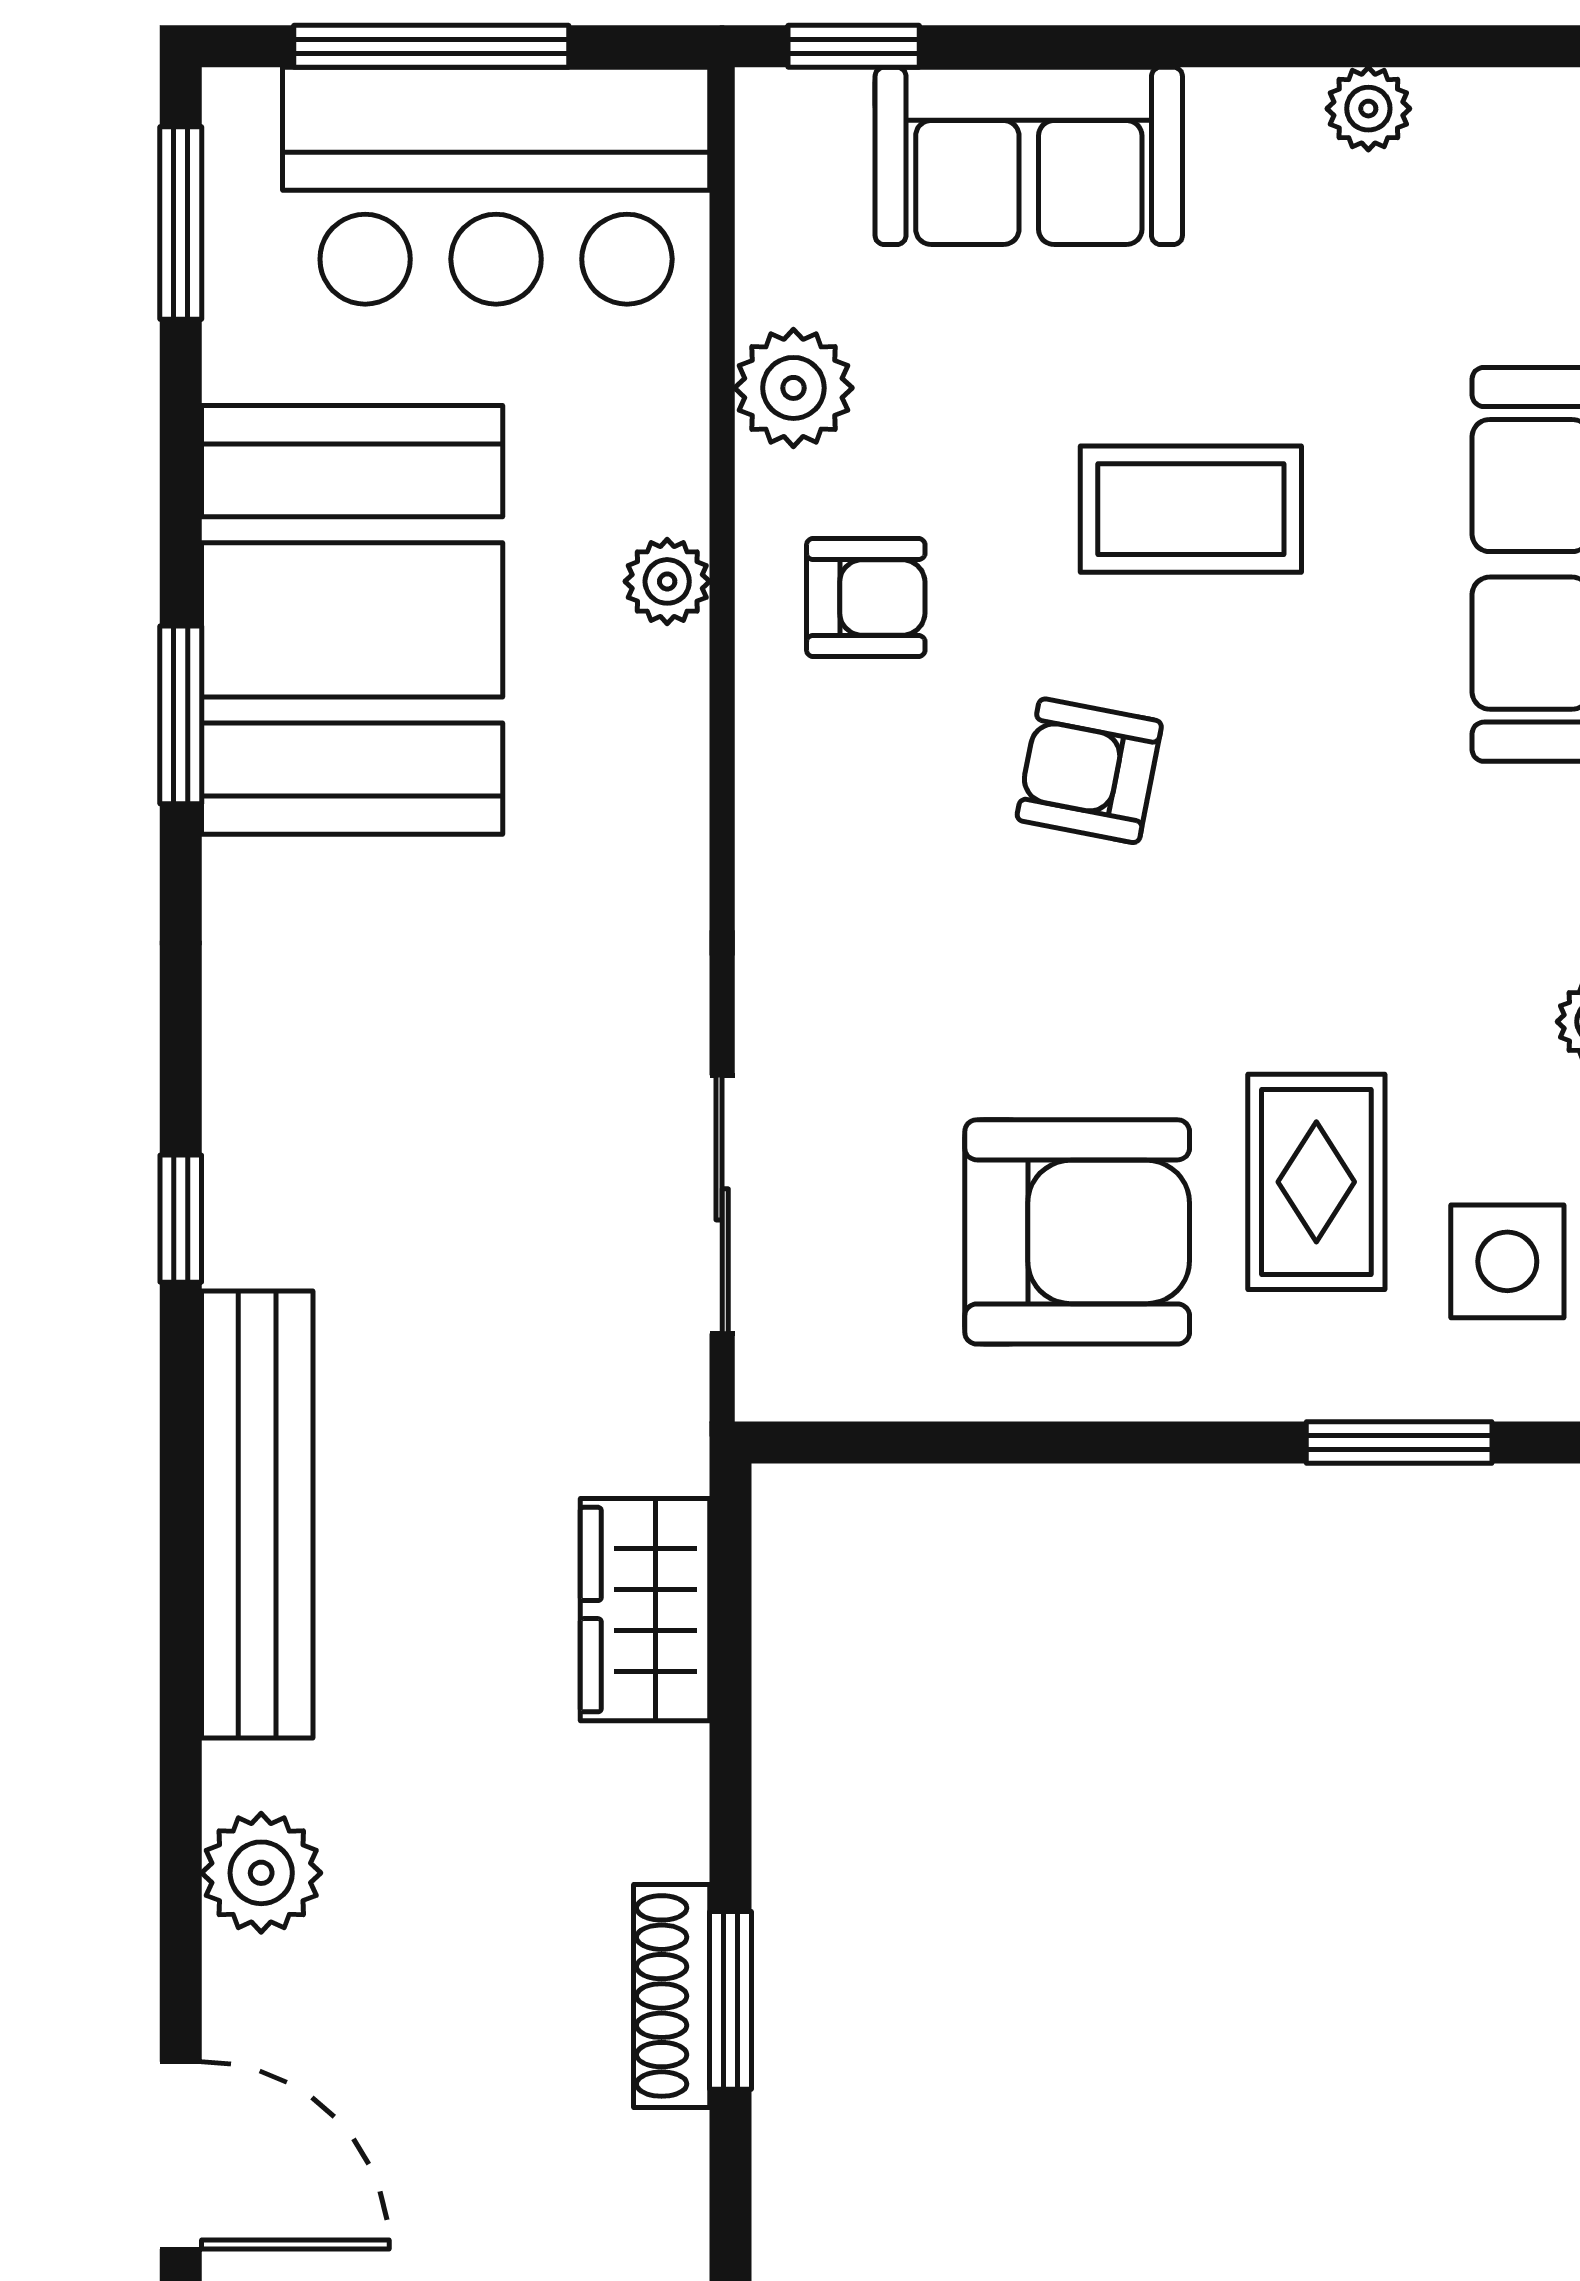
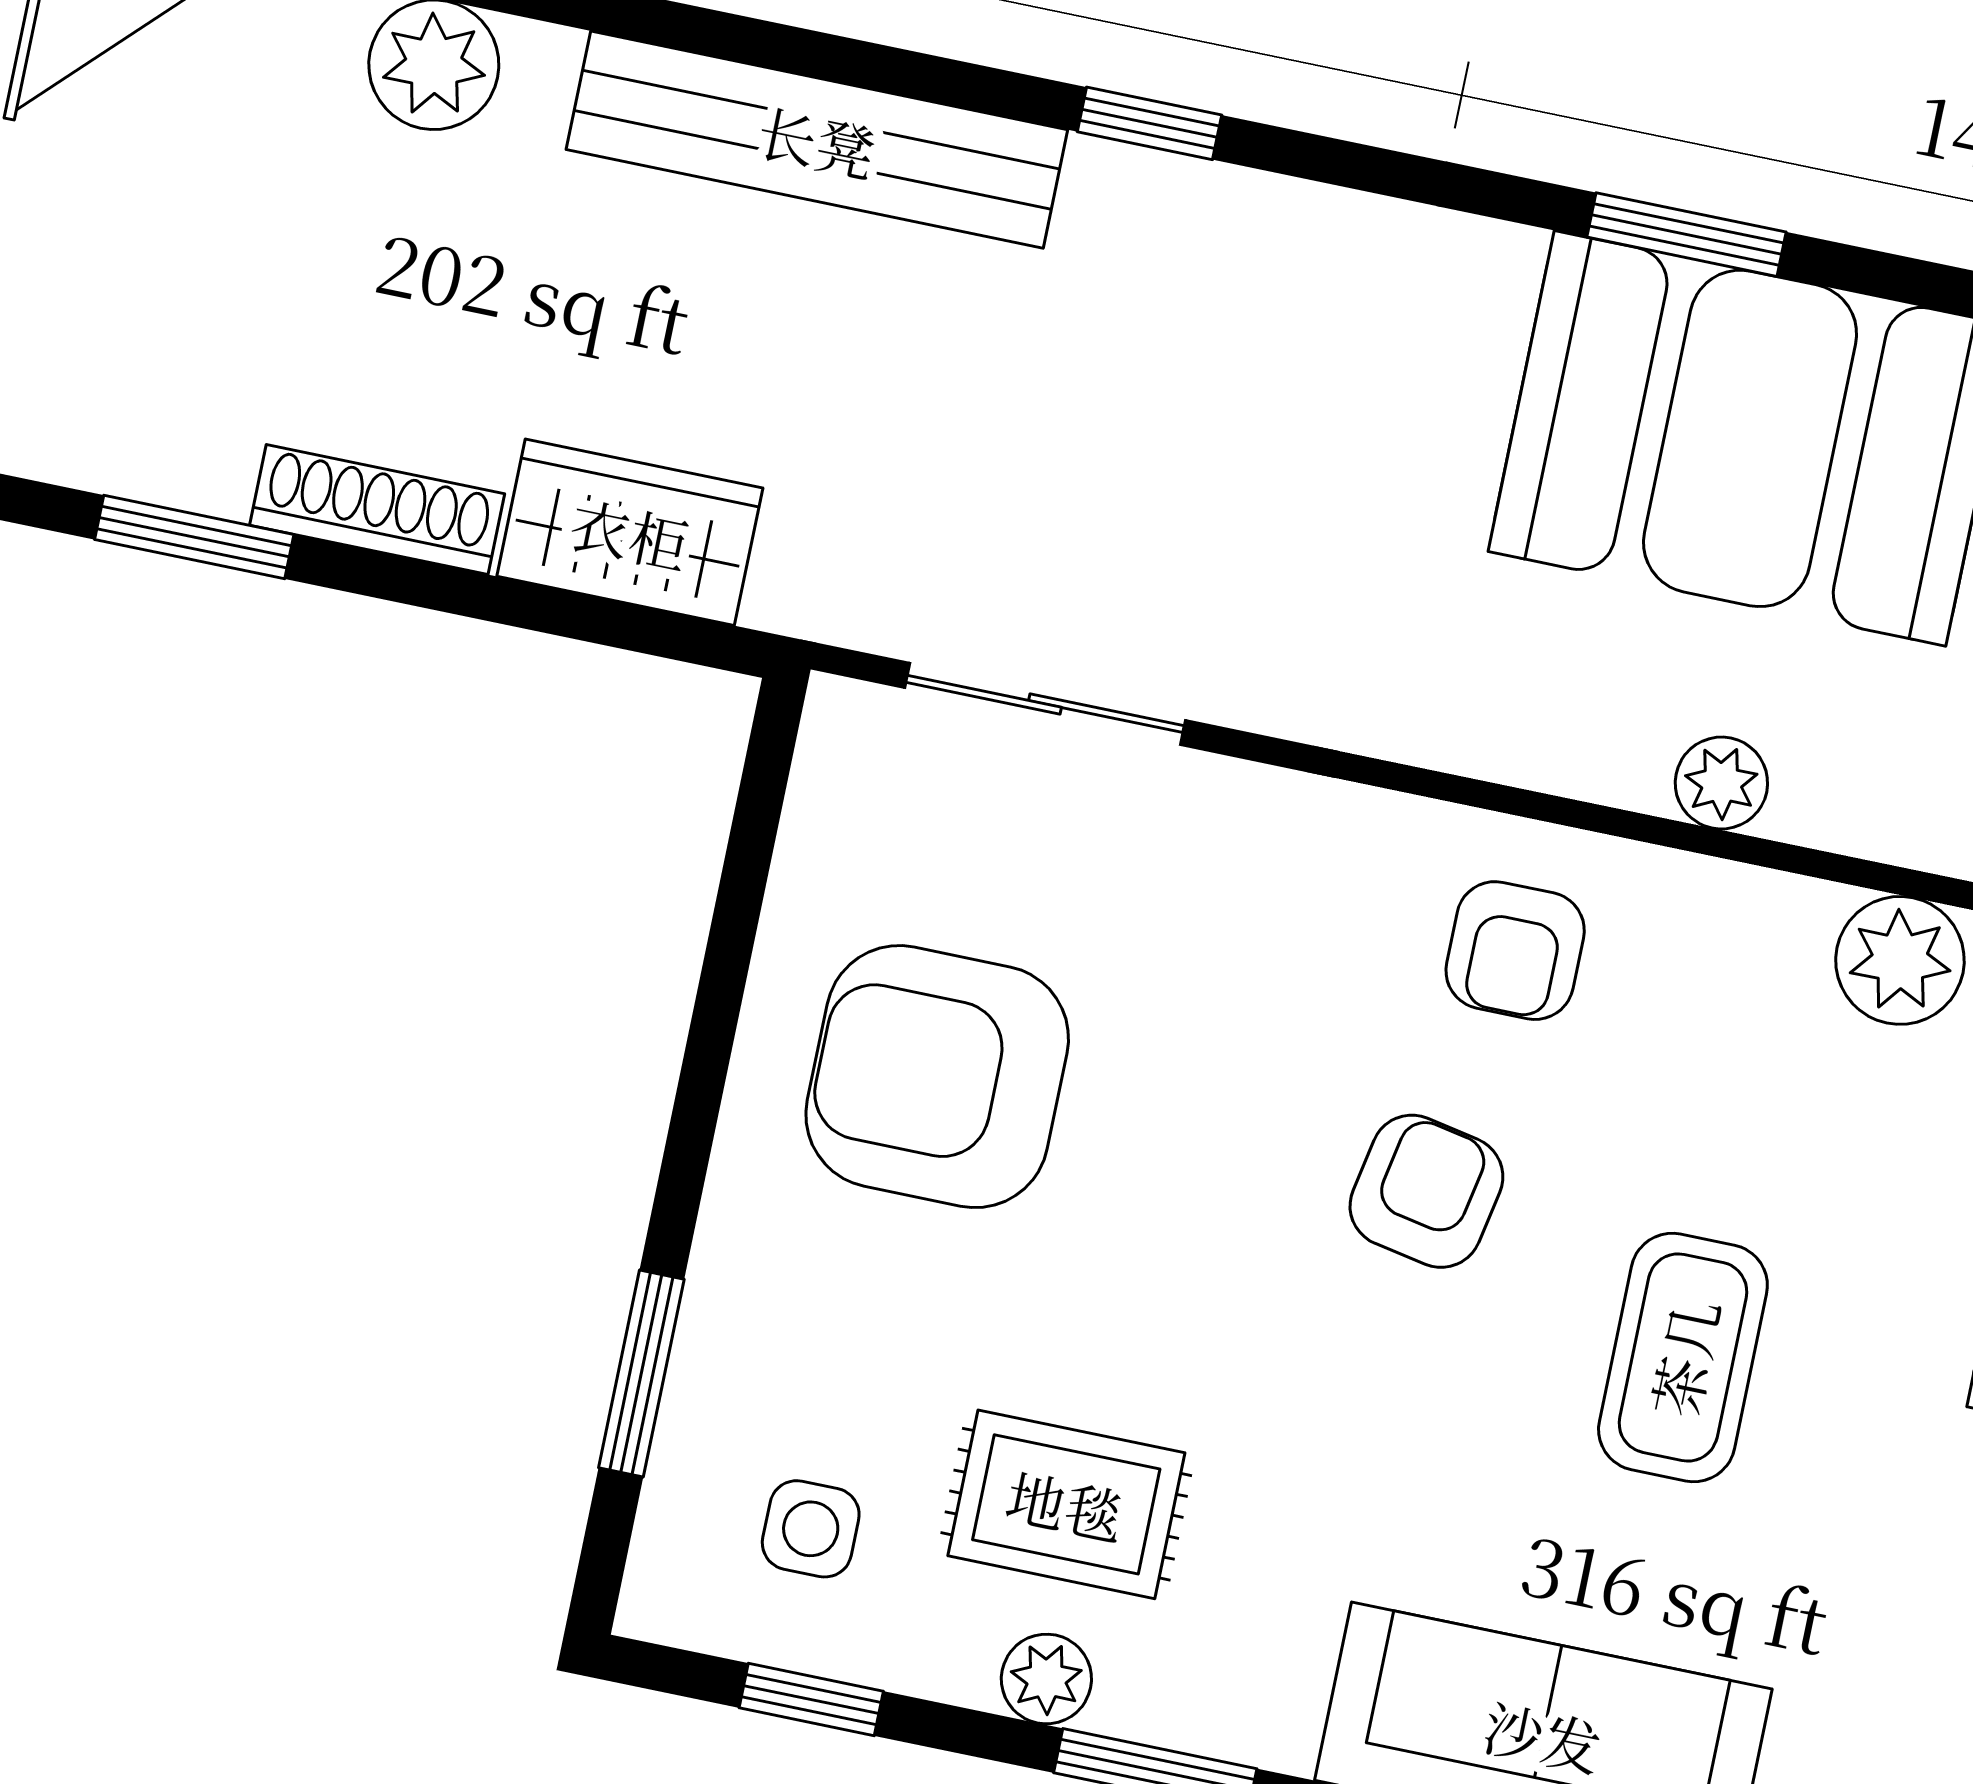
armchair: (866, 598) -> (1515, 951), moved
rug: (1316, 1182) -> (1066, 1504), moved
armchair: (1077, 1232) -> (937, 1077), turned 90
side table: (1507, 1261) -> (811, 1529), width x0.73, depth x0.73
shoe rack: (672, 1996) -> (377, 509), moved

